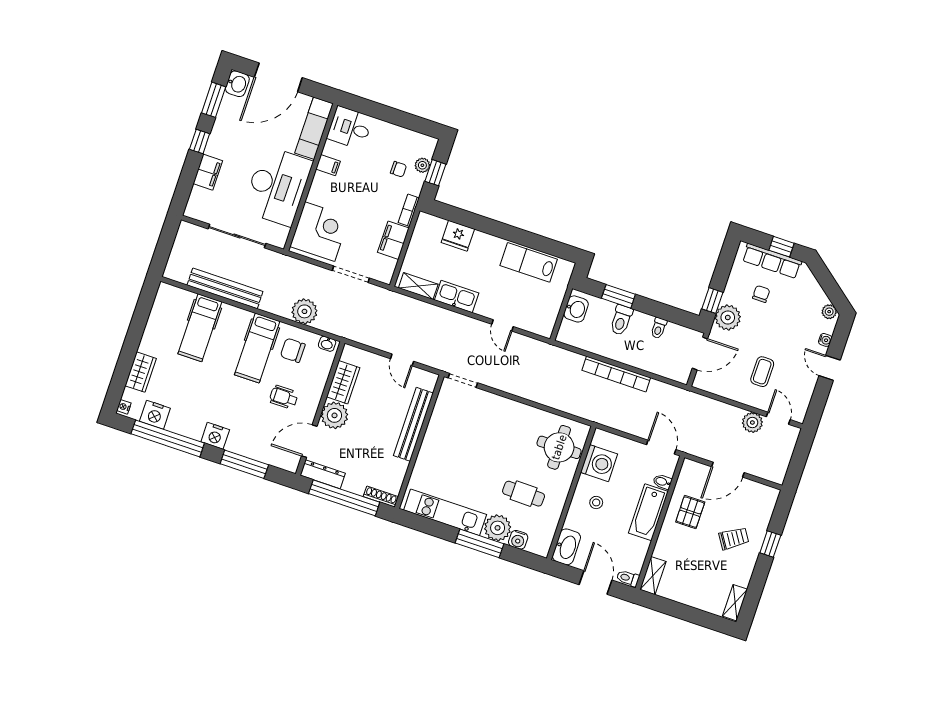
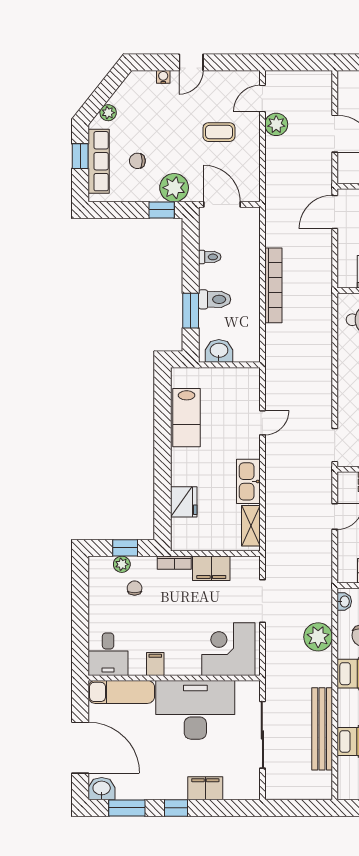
plant: (829, 312) -> (108, 113), moved

